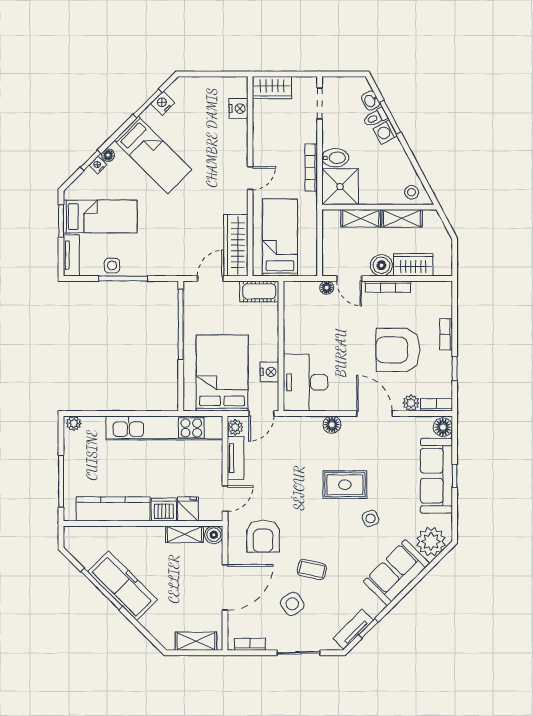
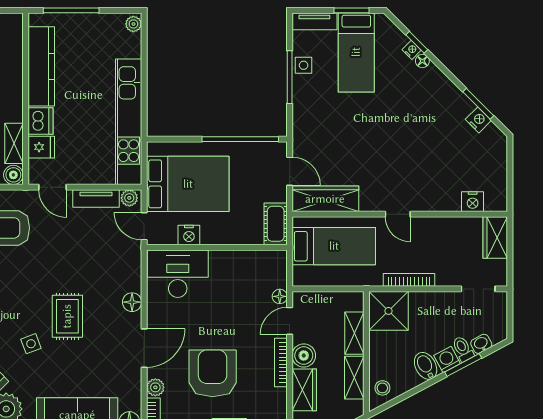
bed: (153, 155) -> (423, 109), removed
bidet: (335, 158) -> (426, 366), moved, turned 152

